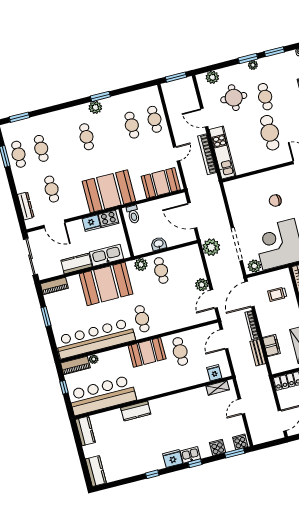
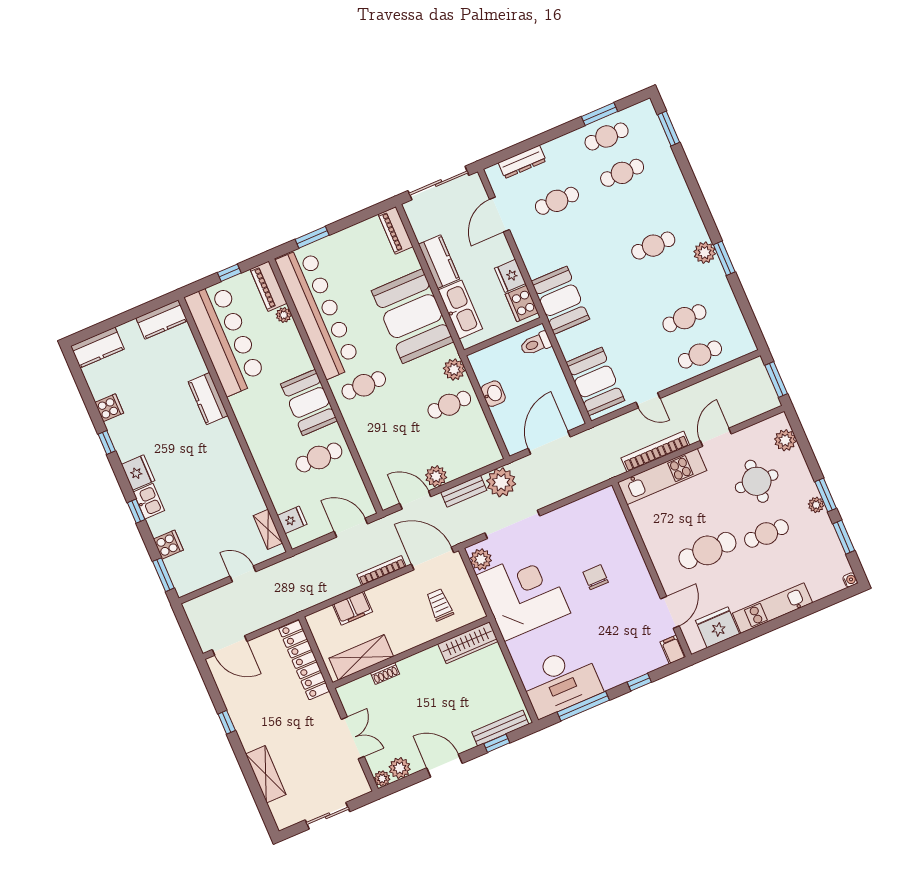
booth: (109, 191) -> (560, 300), width x0.73, depth x0.70
window: (46, 317) -> (312, 237), moved
bench: (258, 352) -> (464, 491), moved
cooker: (240, 442) -> (109, 408), moved

